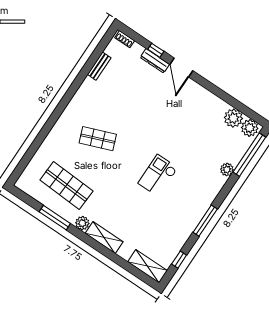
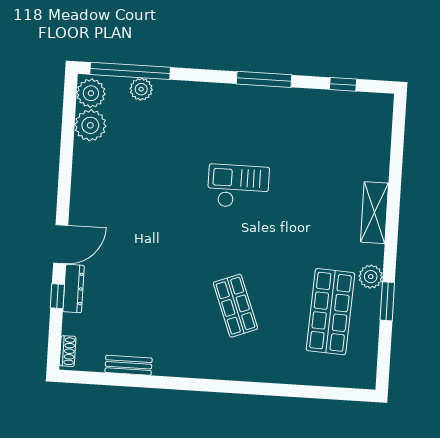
plant: (227, 170) -> (141, 89), moved
checkout: (158, 176) -> (238, 187), turned 180
window: (55, 218) -> (387, 301), width x0.69
plant: (82, 223) -> (371, 277), moved
shelving: (148, 266) -> (379, 125), removed

